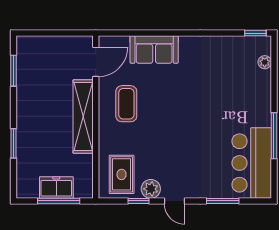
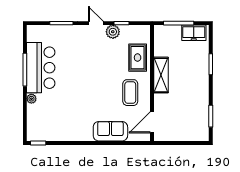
plant: (265, 62) -> (31, 99), moved
shelving: (83, 117) -> (161, 75), width x0.68
bar counter: (252, 163) -> (41, 68), moved
rug: (122, 174) -> (138, 58), moved
freezer: (56, 187) -> (194, 33), moved

